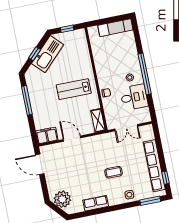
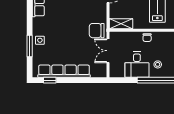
chair: (109, 142) -> (97, 31), added
coffee table: (114, 172) -> (66, 29), removed
window: (150, 201) -> (30, 46), moved

